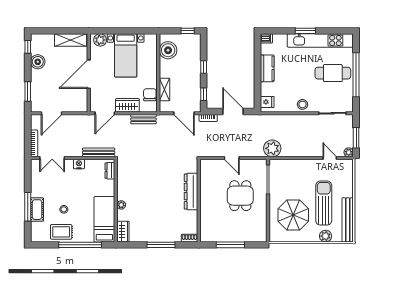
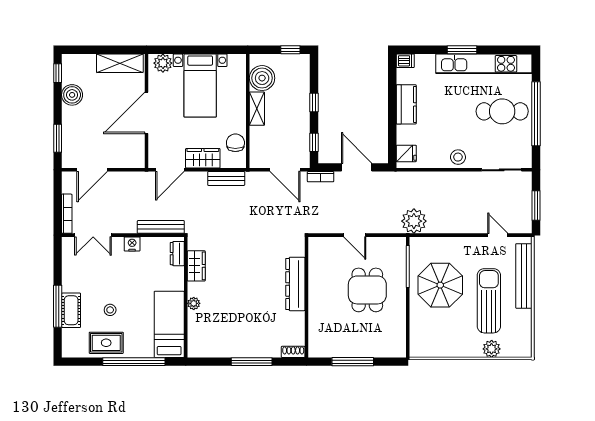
shelving: (165, 89) -> (257, 109), moved
plant: (349, 152) -> (525, 227), removed
parasol: (293, 215) -> (440, 285), moved
bench: (348, 220) -> (524, 276), moved
wardrobe: (123, 232) -> (196, 266), moved

